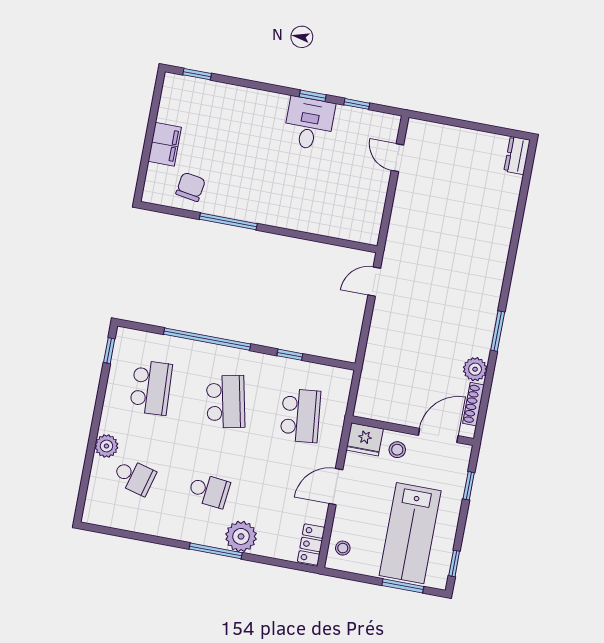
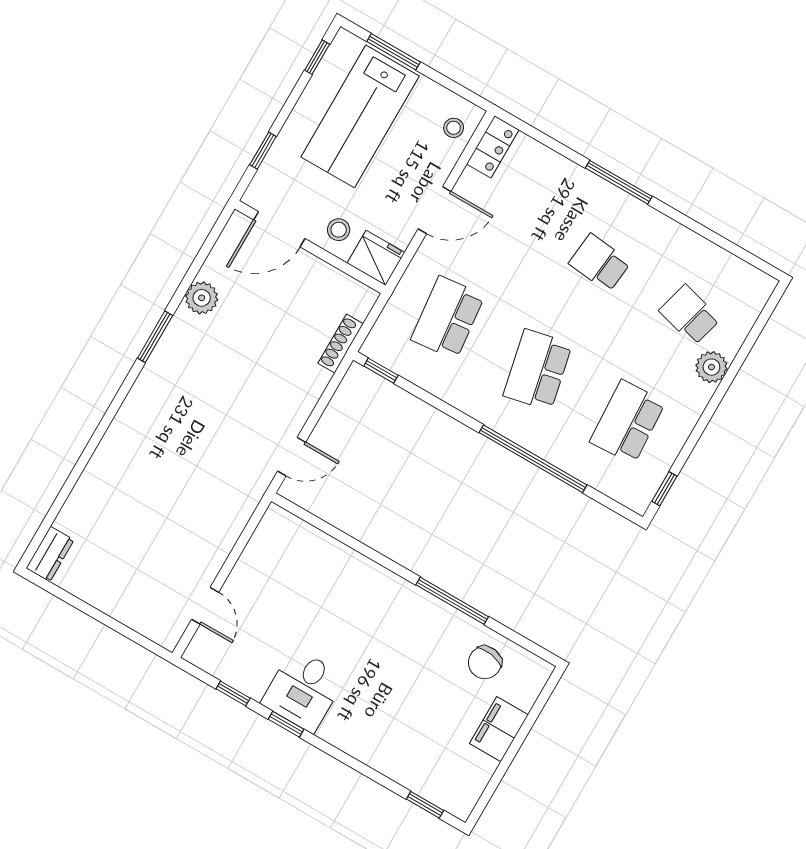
window: (290, 355) -> (381, 371), moved
shoe rack: (473, 404) -> (341, 344), moved, turned 180
lab bench: (410, 533) -> (360, 116), turned 180
plant: (241, 536) -> (579, 189), removed

